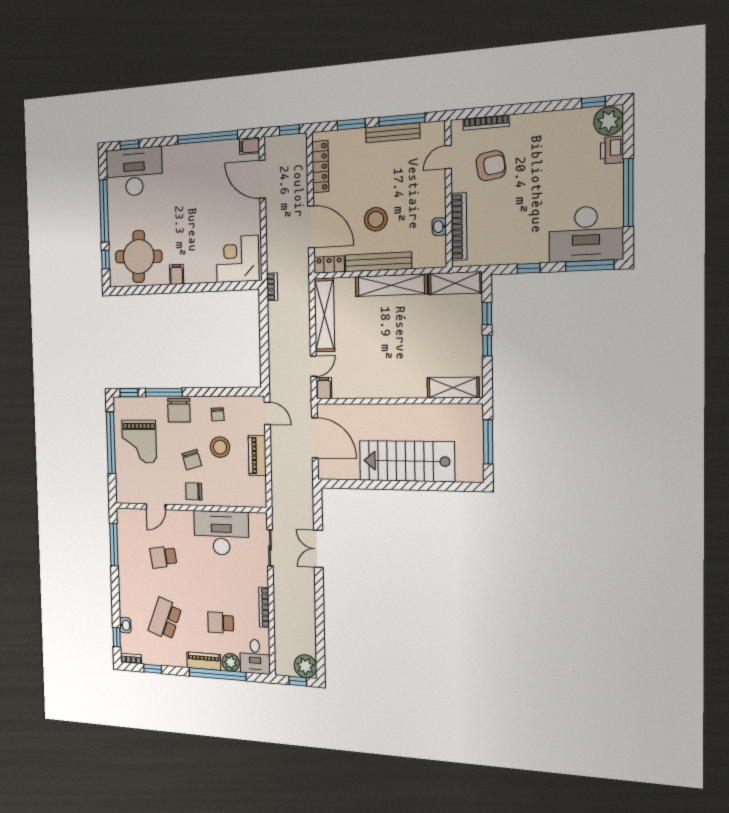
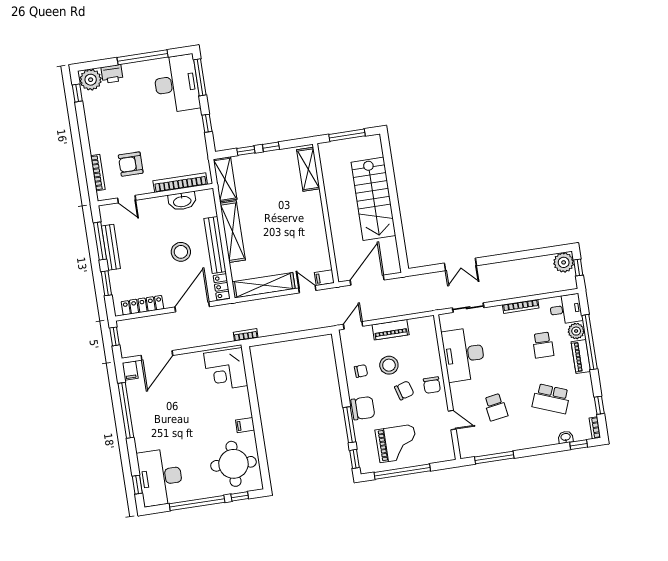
armchair: (491, 166) -> (131, 164), turned -82
washbasin: (439, 227) -> (182, 201), width x1.91, depth x1.45

